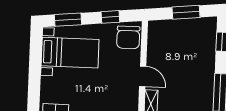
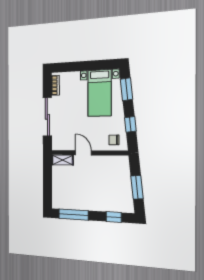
chair: (128, 37) -> (114, 140), width x0.54, depth x0.54
door: (143, 76) -> (83, 153), swing flipped

